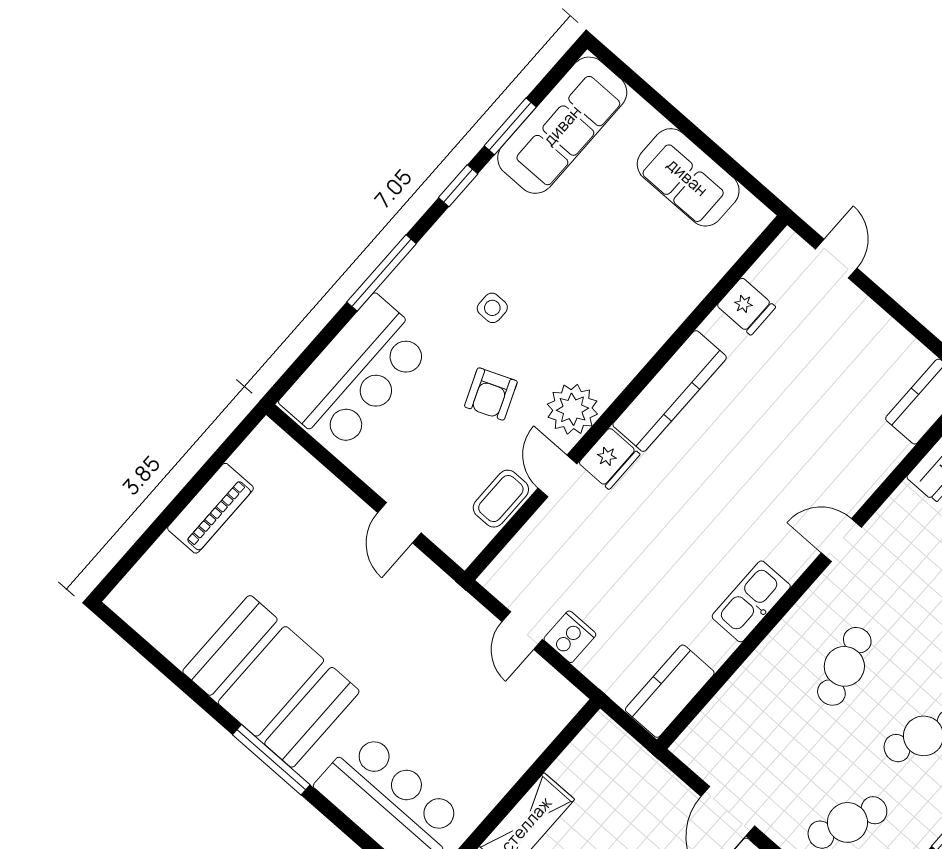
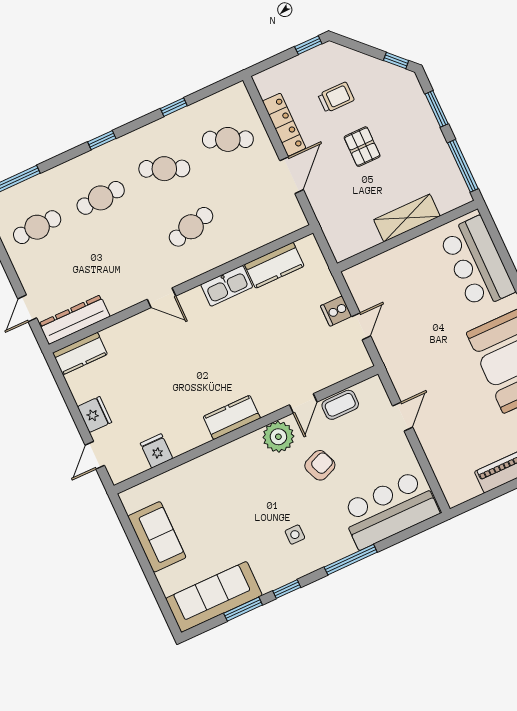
side table: (492, 308) -> (295, 535), moved
kitchen counter: (670, 391) -> (232, 417), width x0.67
fridge: (609, 459) -> (95, 415), moved, turned 90
kitchen counter: (670, 691) -> (274, 265), moved

